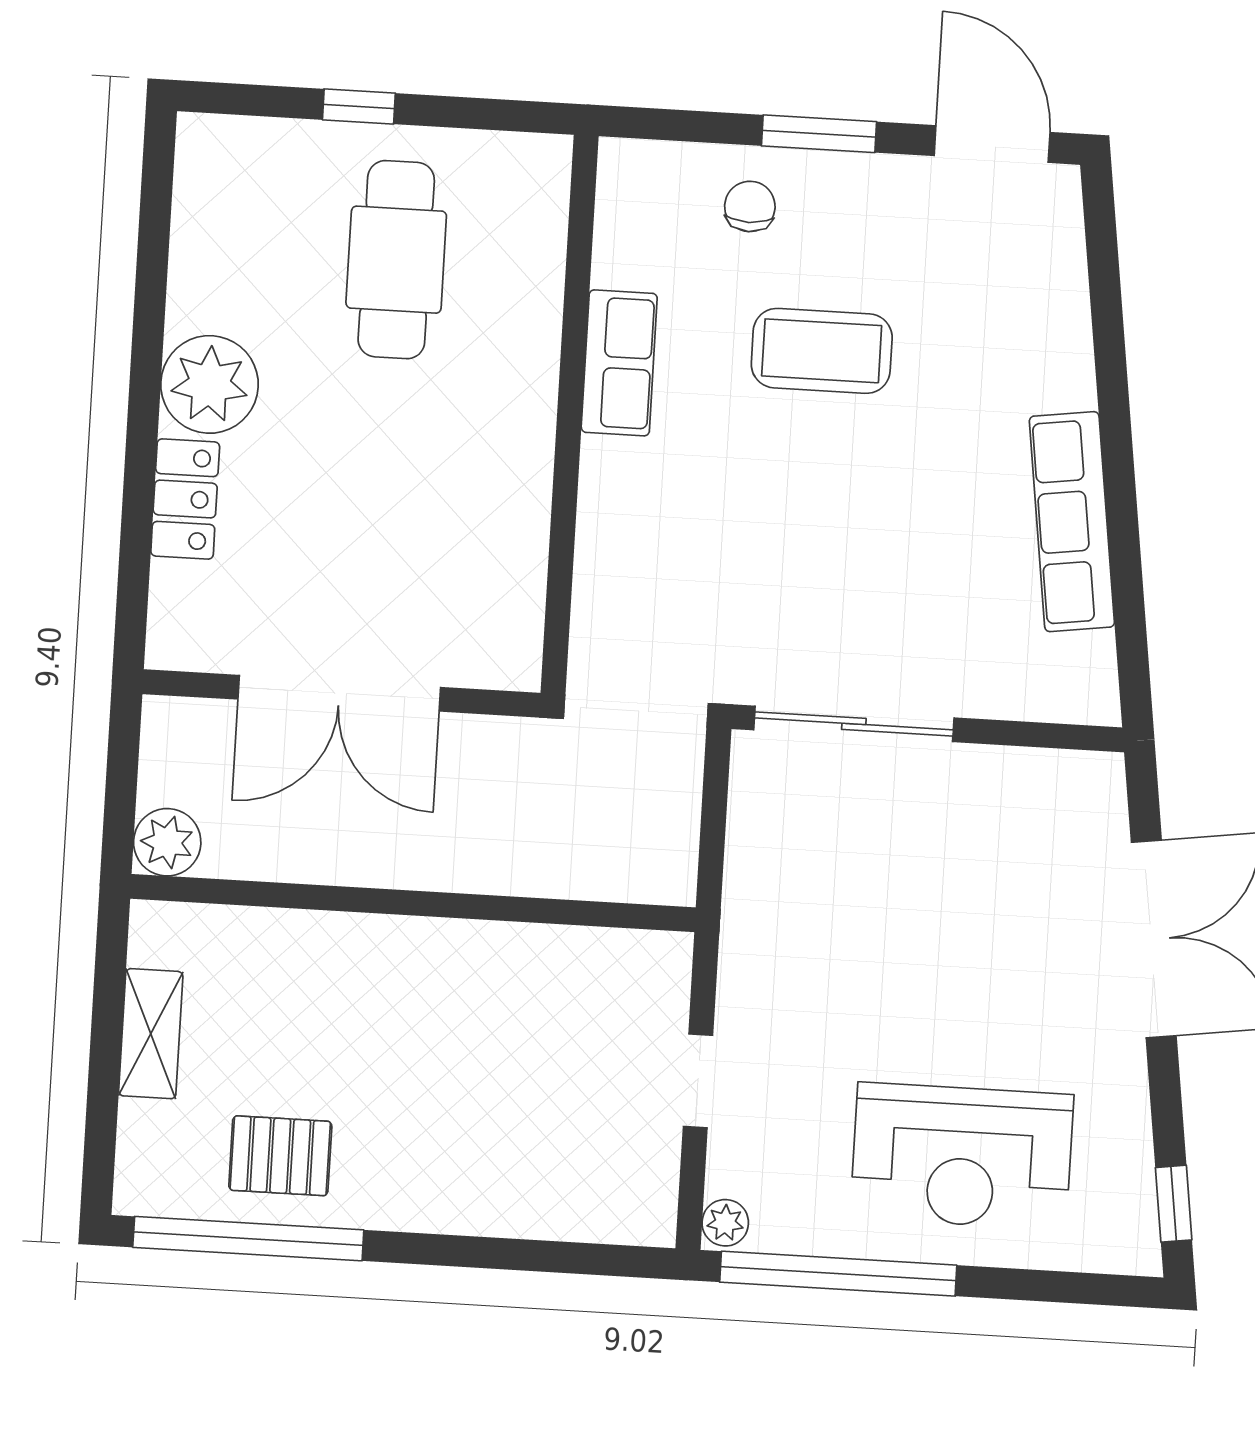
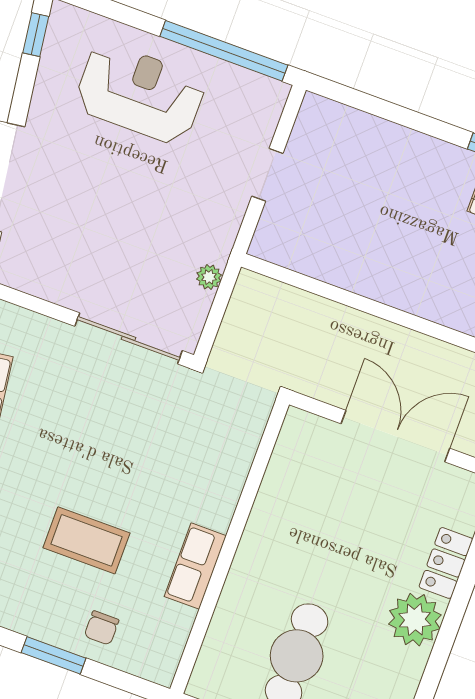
plant: (725, 1223) -> (209, 277), moved

